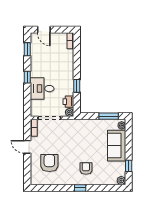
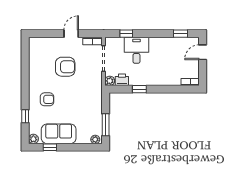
window: (27, 77) -> (126, 34), moved
sofa: (117, 146) -> (59, 134), moved
armchair: (49, 163) -> (65, 67), moved
window: (80, 188) -> (25, 116), moved

